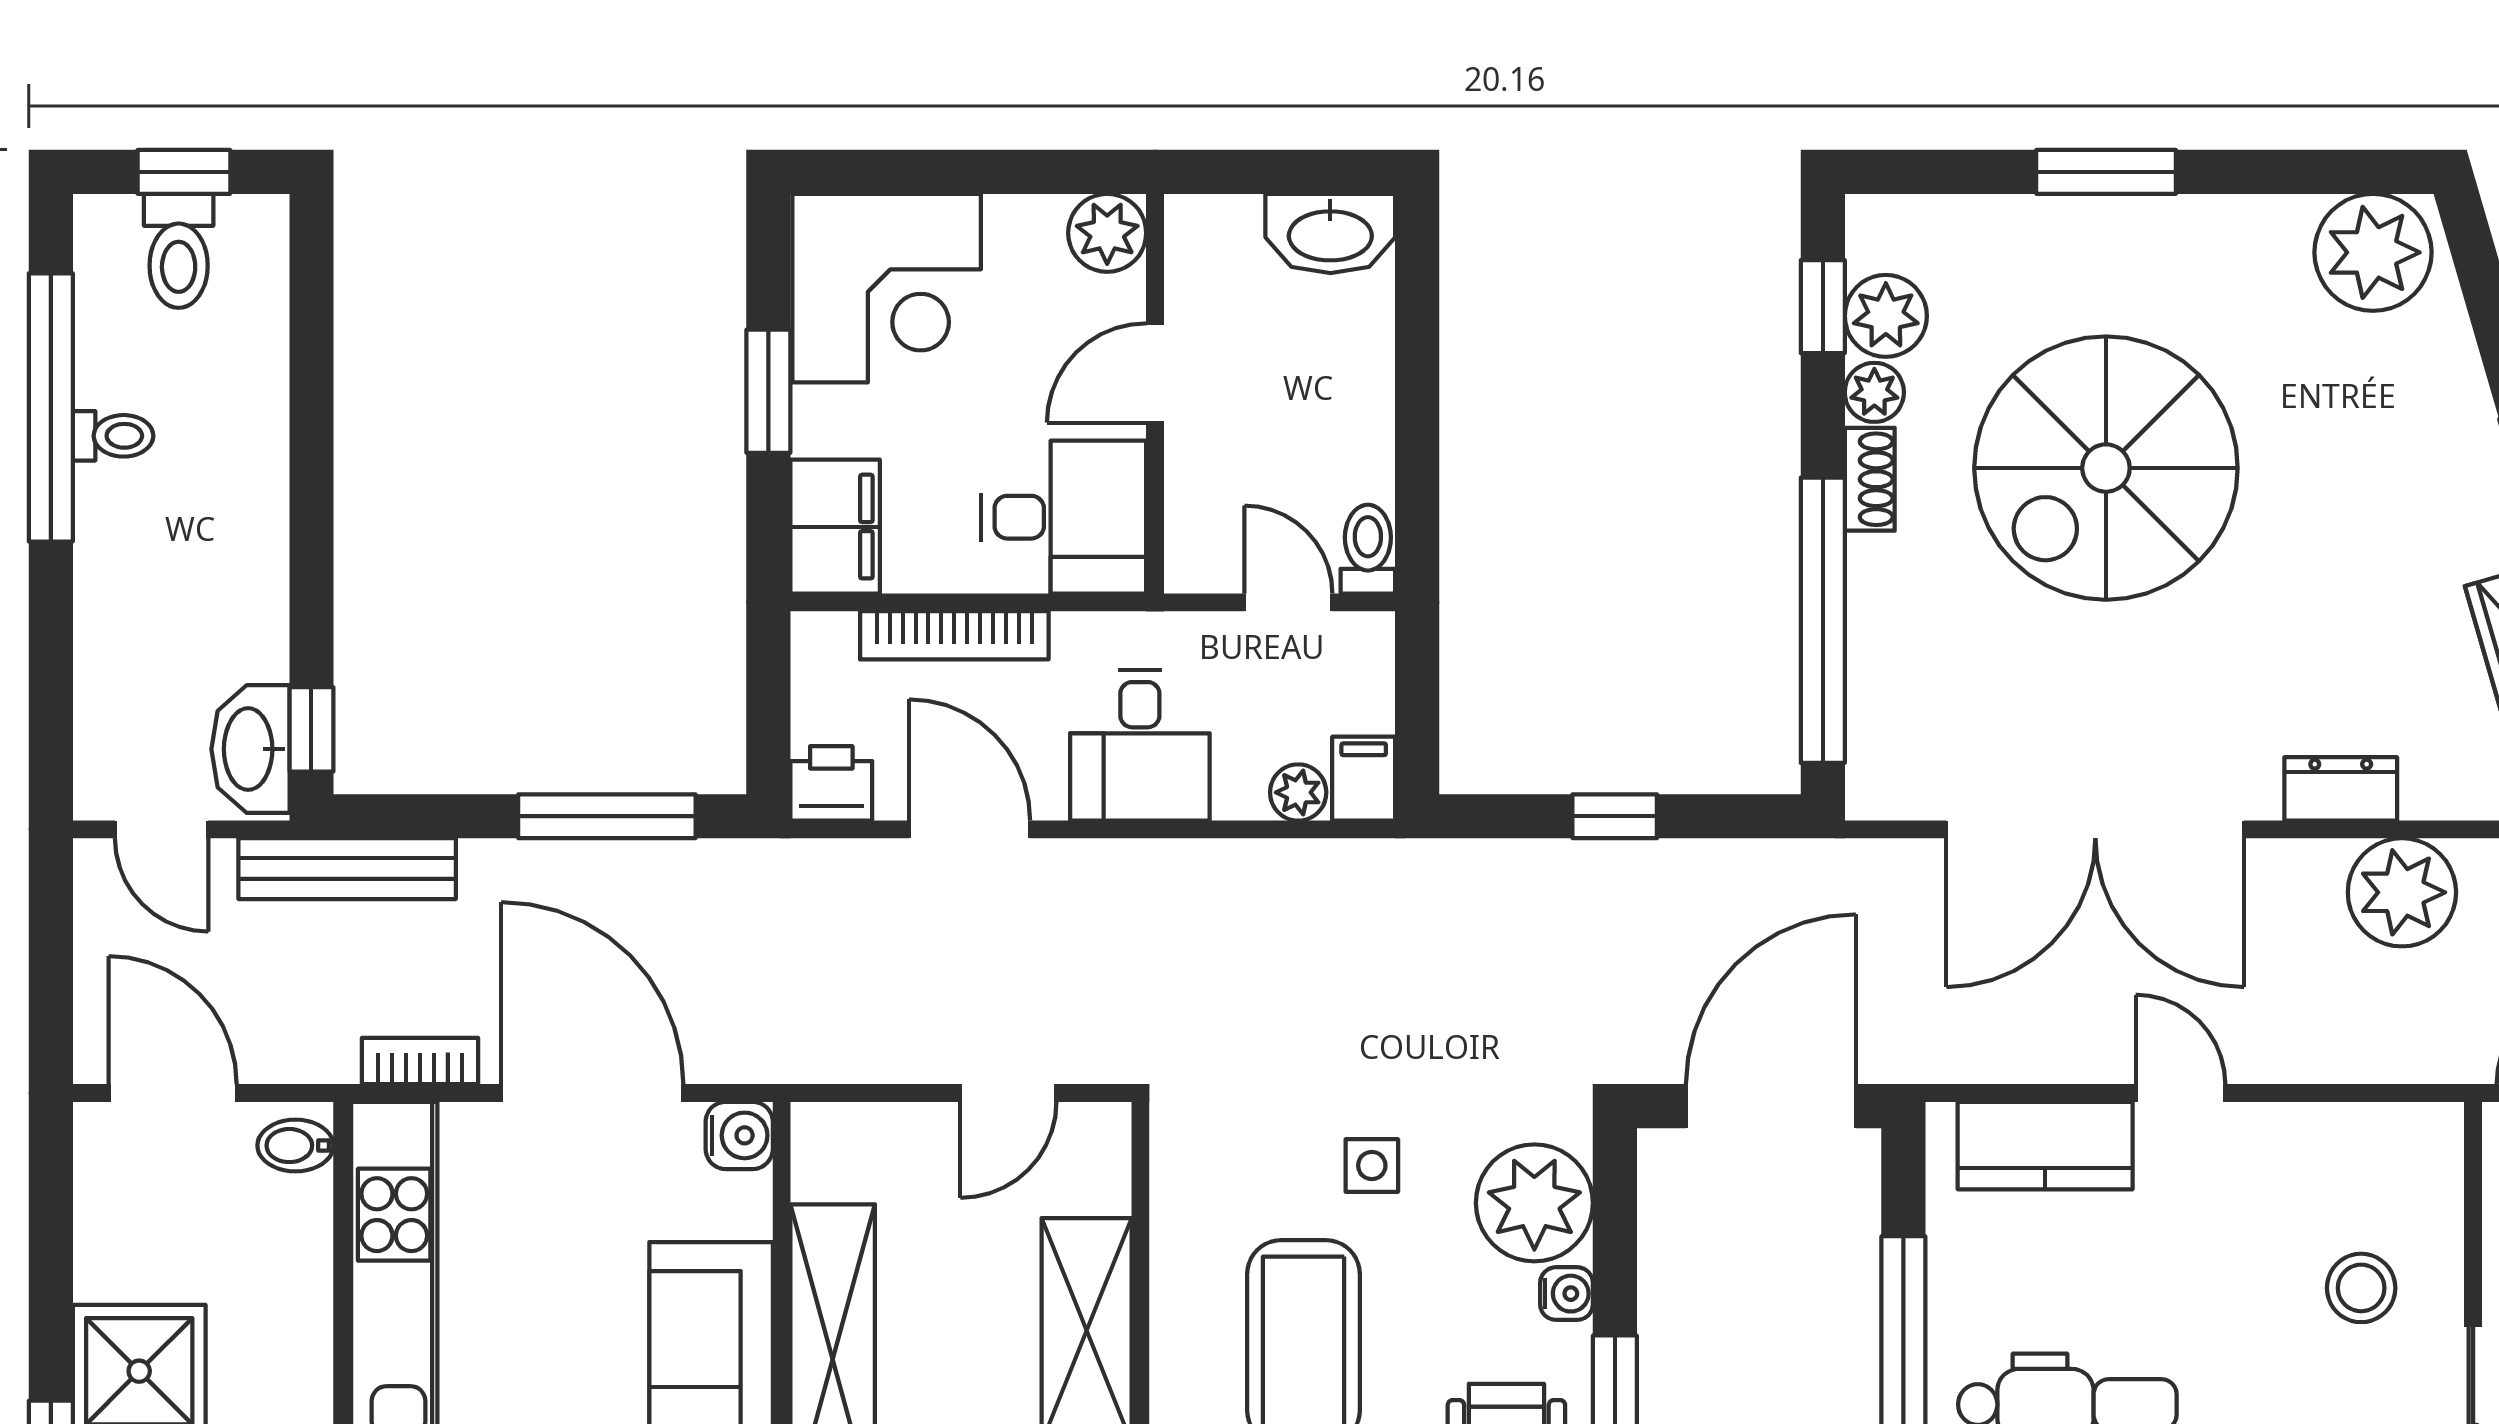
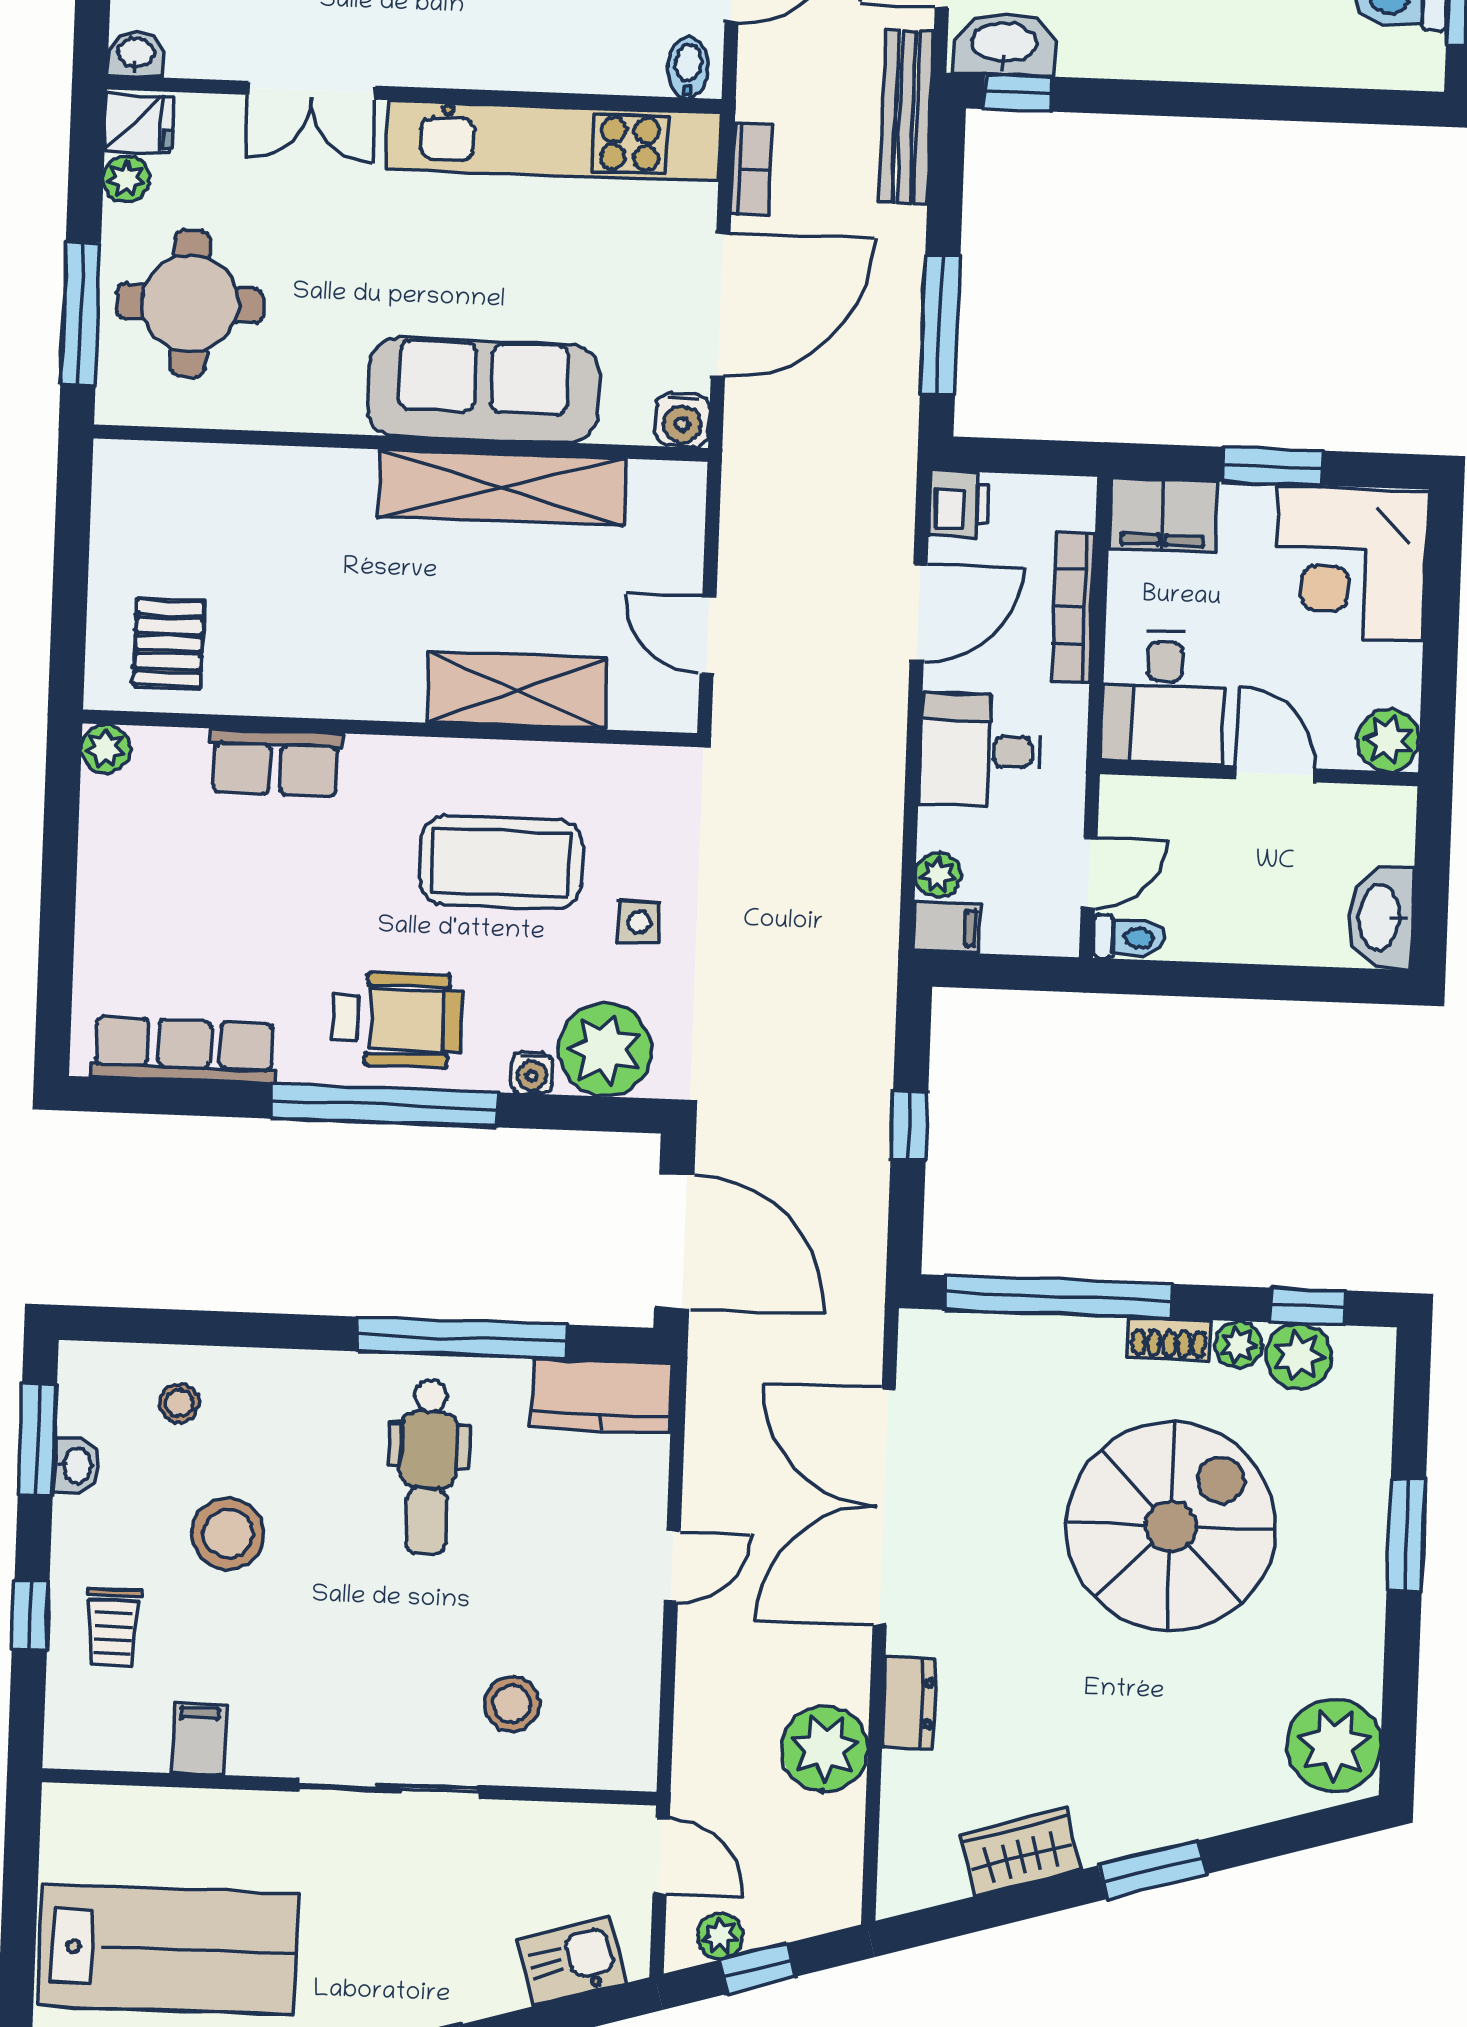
spiral stairs: (2106, 468) -> (1171, 1526), turned 90
kitchen counter: (2045, 1146) -> (602, 1396), moved, turned -90

